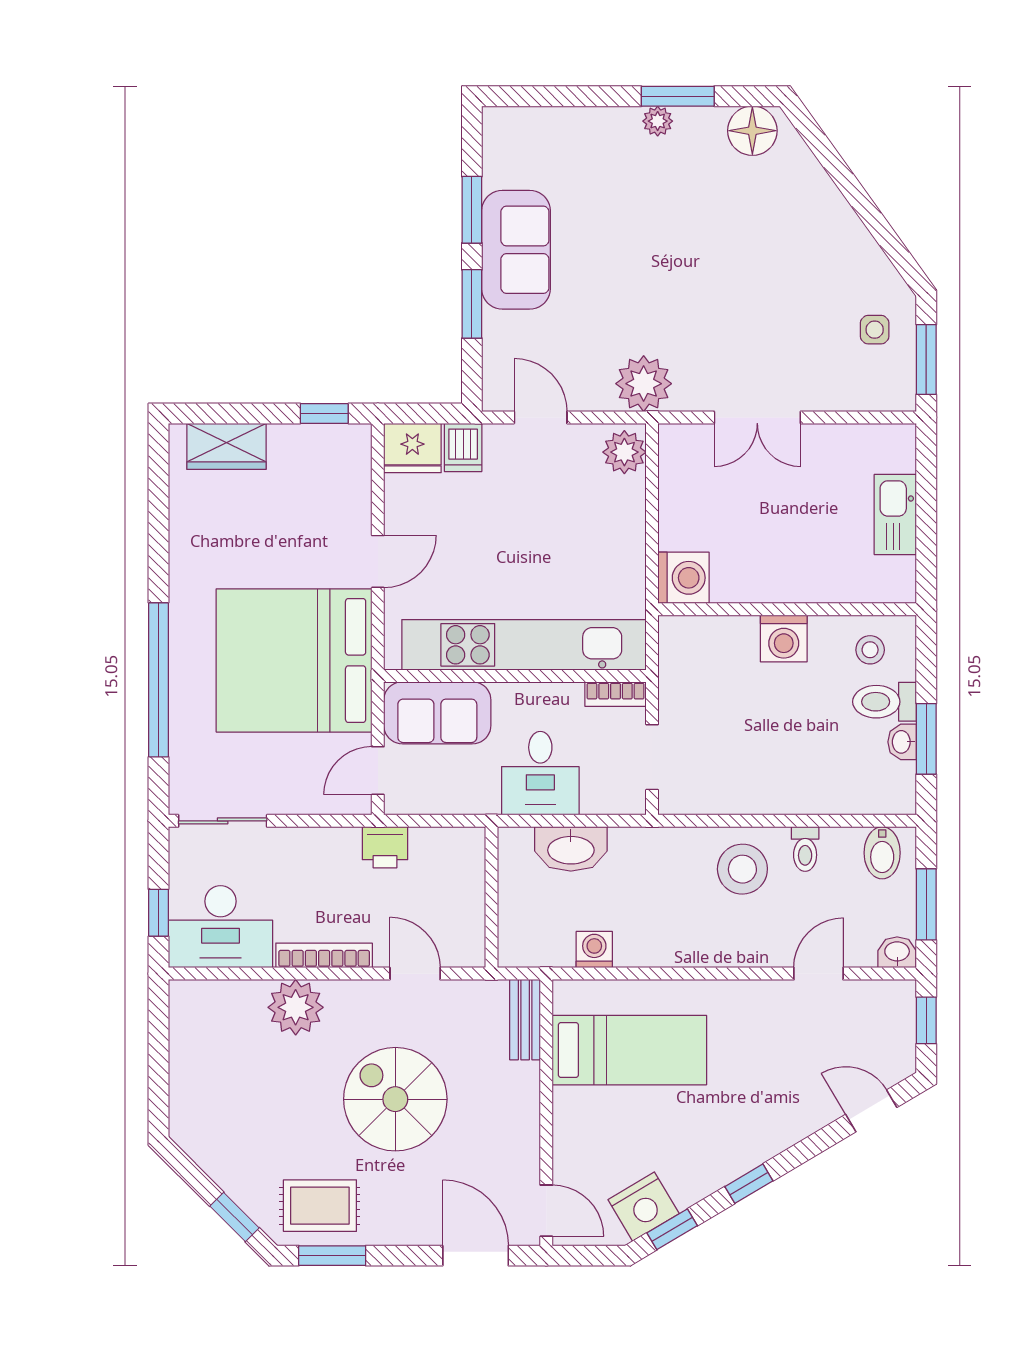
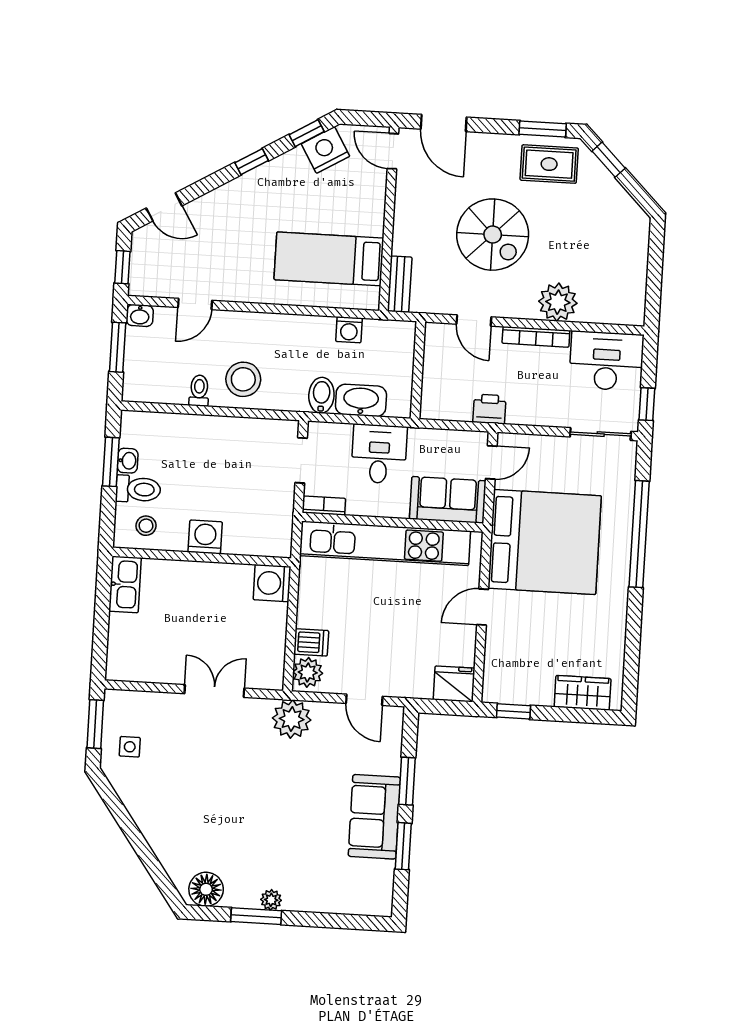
dishwasher: (463, 447) -> (311, 642), moved, turned 90
kitchen sink: (895, 515) -> (125, 584), moved
bidet: (882, 853) -> (321, 395), moved
window: (159, 913) -> (647, 404), moved

